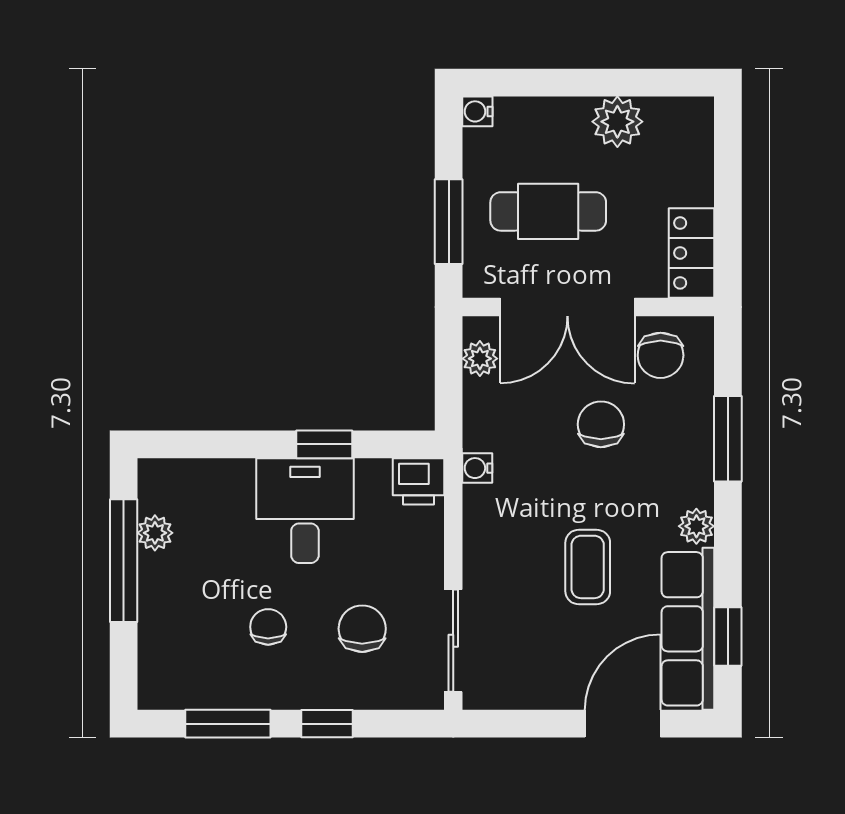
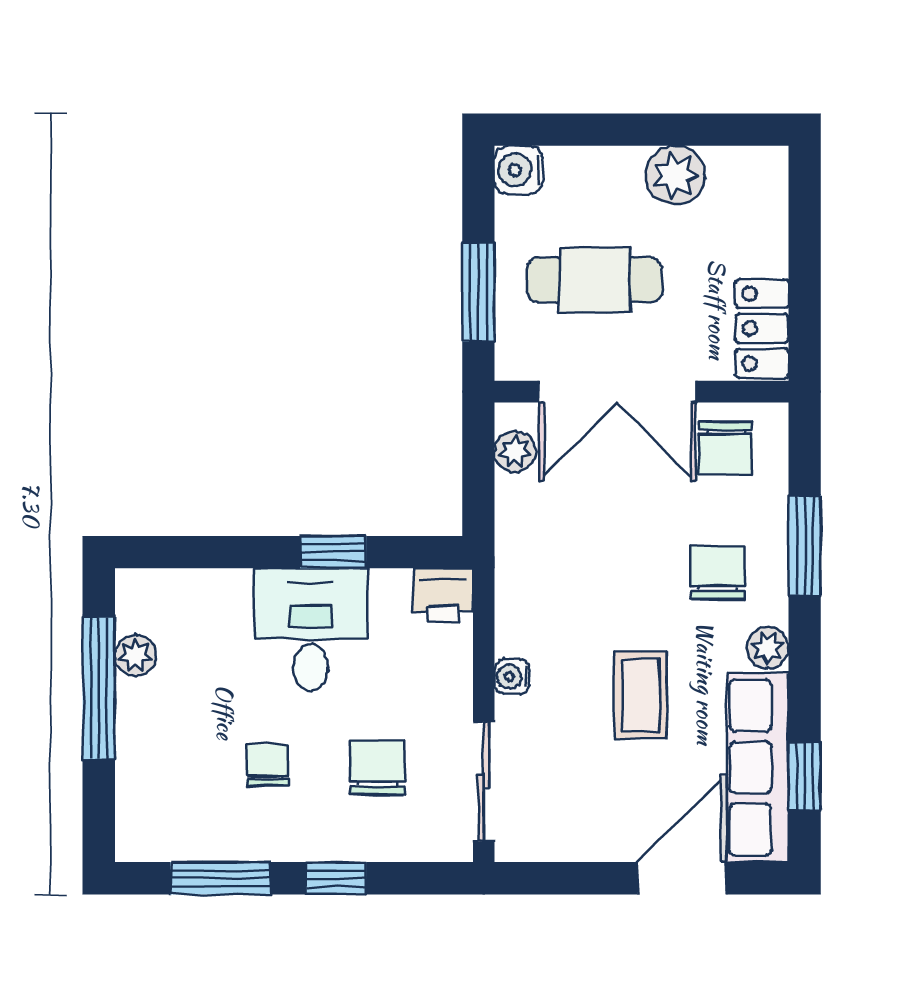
water cooler: (477, 111) -> (519, 170), width x1.38, depth x1.38
chair: (601, 424) -> (718, 572), moved
water cooler: (477, 468) -> (512, 677), moved

